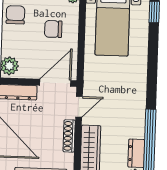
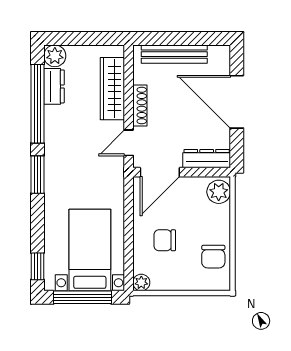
chair: (53, 29) -> (165, 240), turned 180
window: (152, 84) -> (37, 175), added

